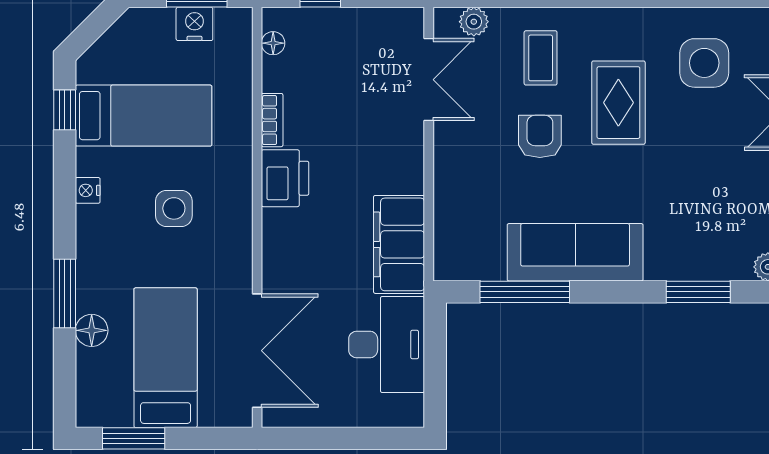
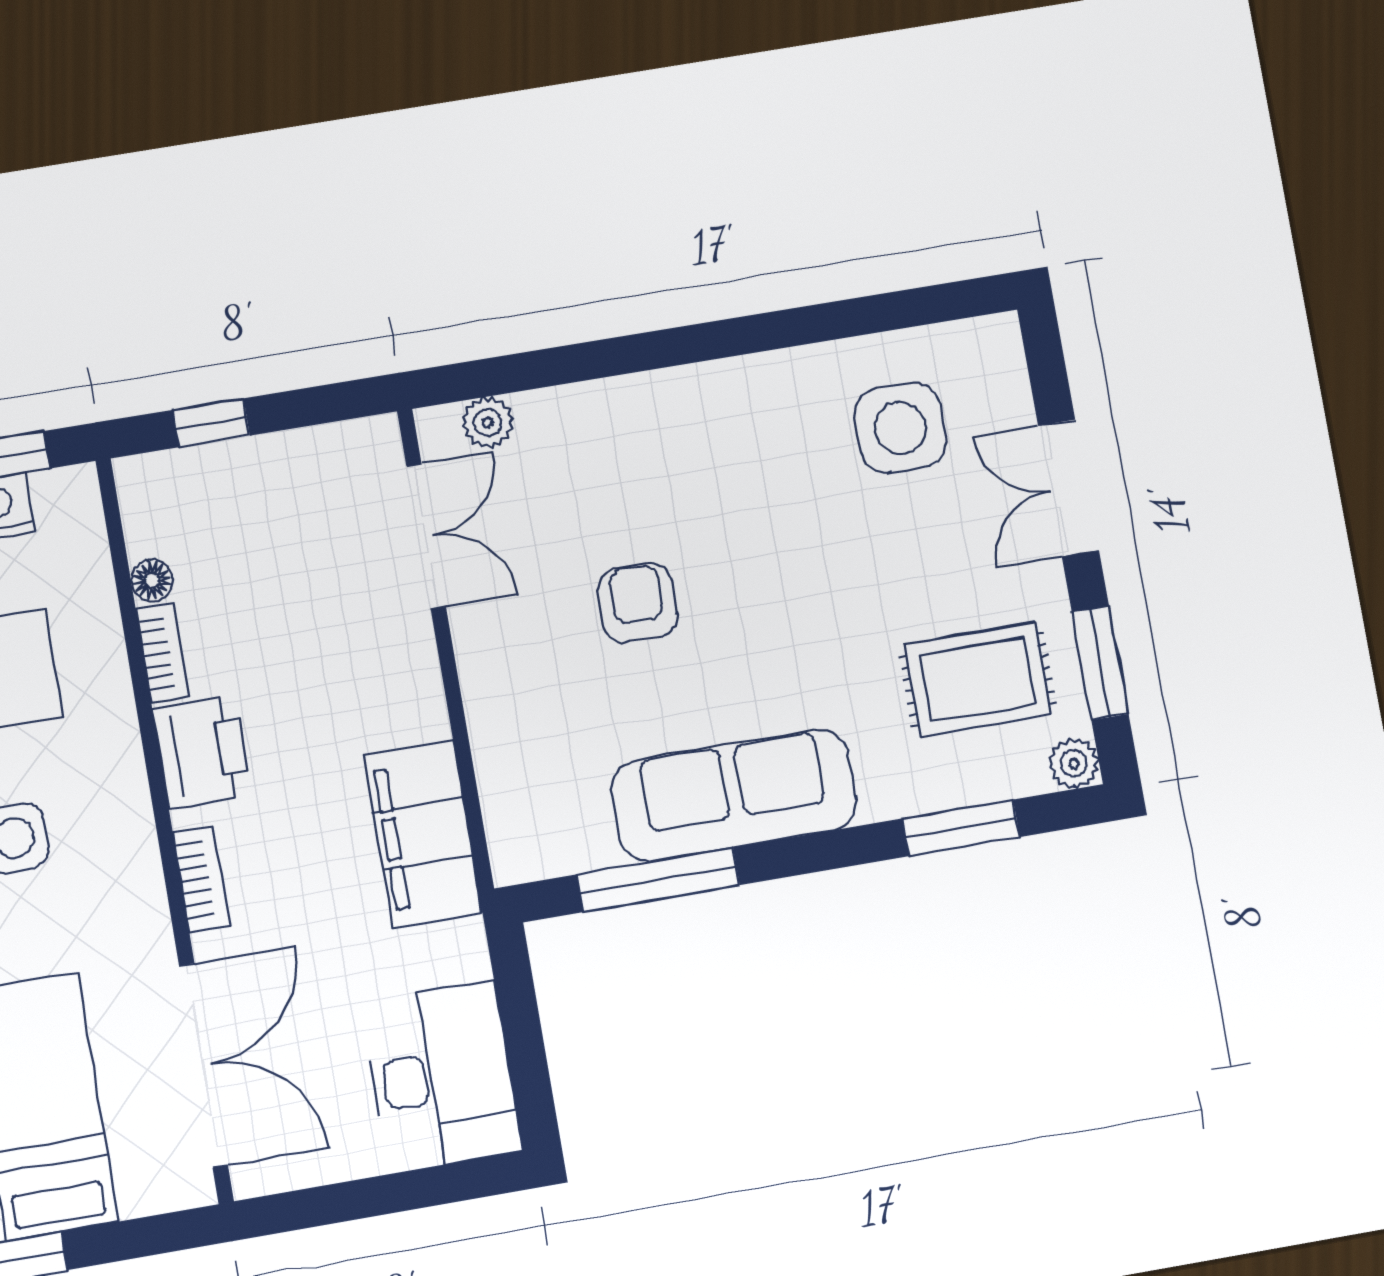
floor lamp: (273, 43) -> (152, 580), moved
coffee table: (541, 58) -> (615, 466), removed
rug: (618, 103) -> (978, 679), moved, turned 90
bookcase: (273, 248) -> (201, 879), added
desk: (387, 345) -> (442, 1077), moved

